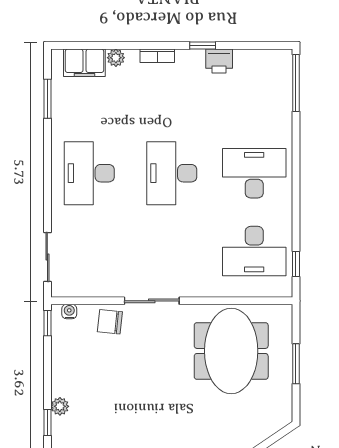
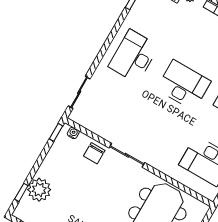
desk: (172, 173) -> (184, 85), turned 90
chair: (110, 322) -> (94, 153), turned -96
plant: (60, 406) -> (39, 190), width x1.88, depth x1.88

